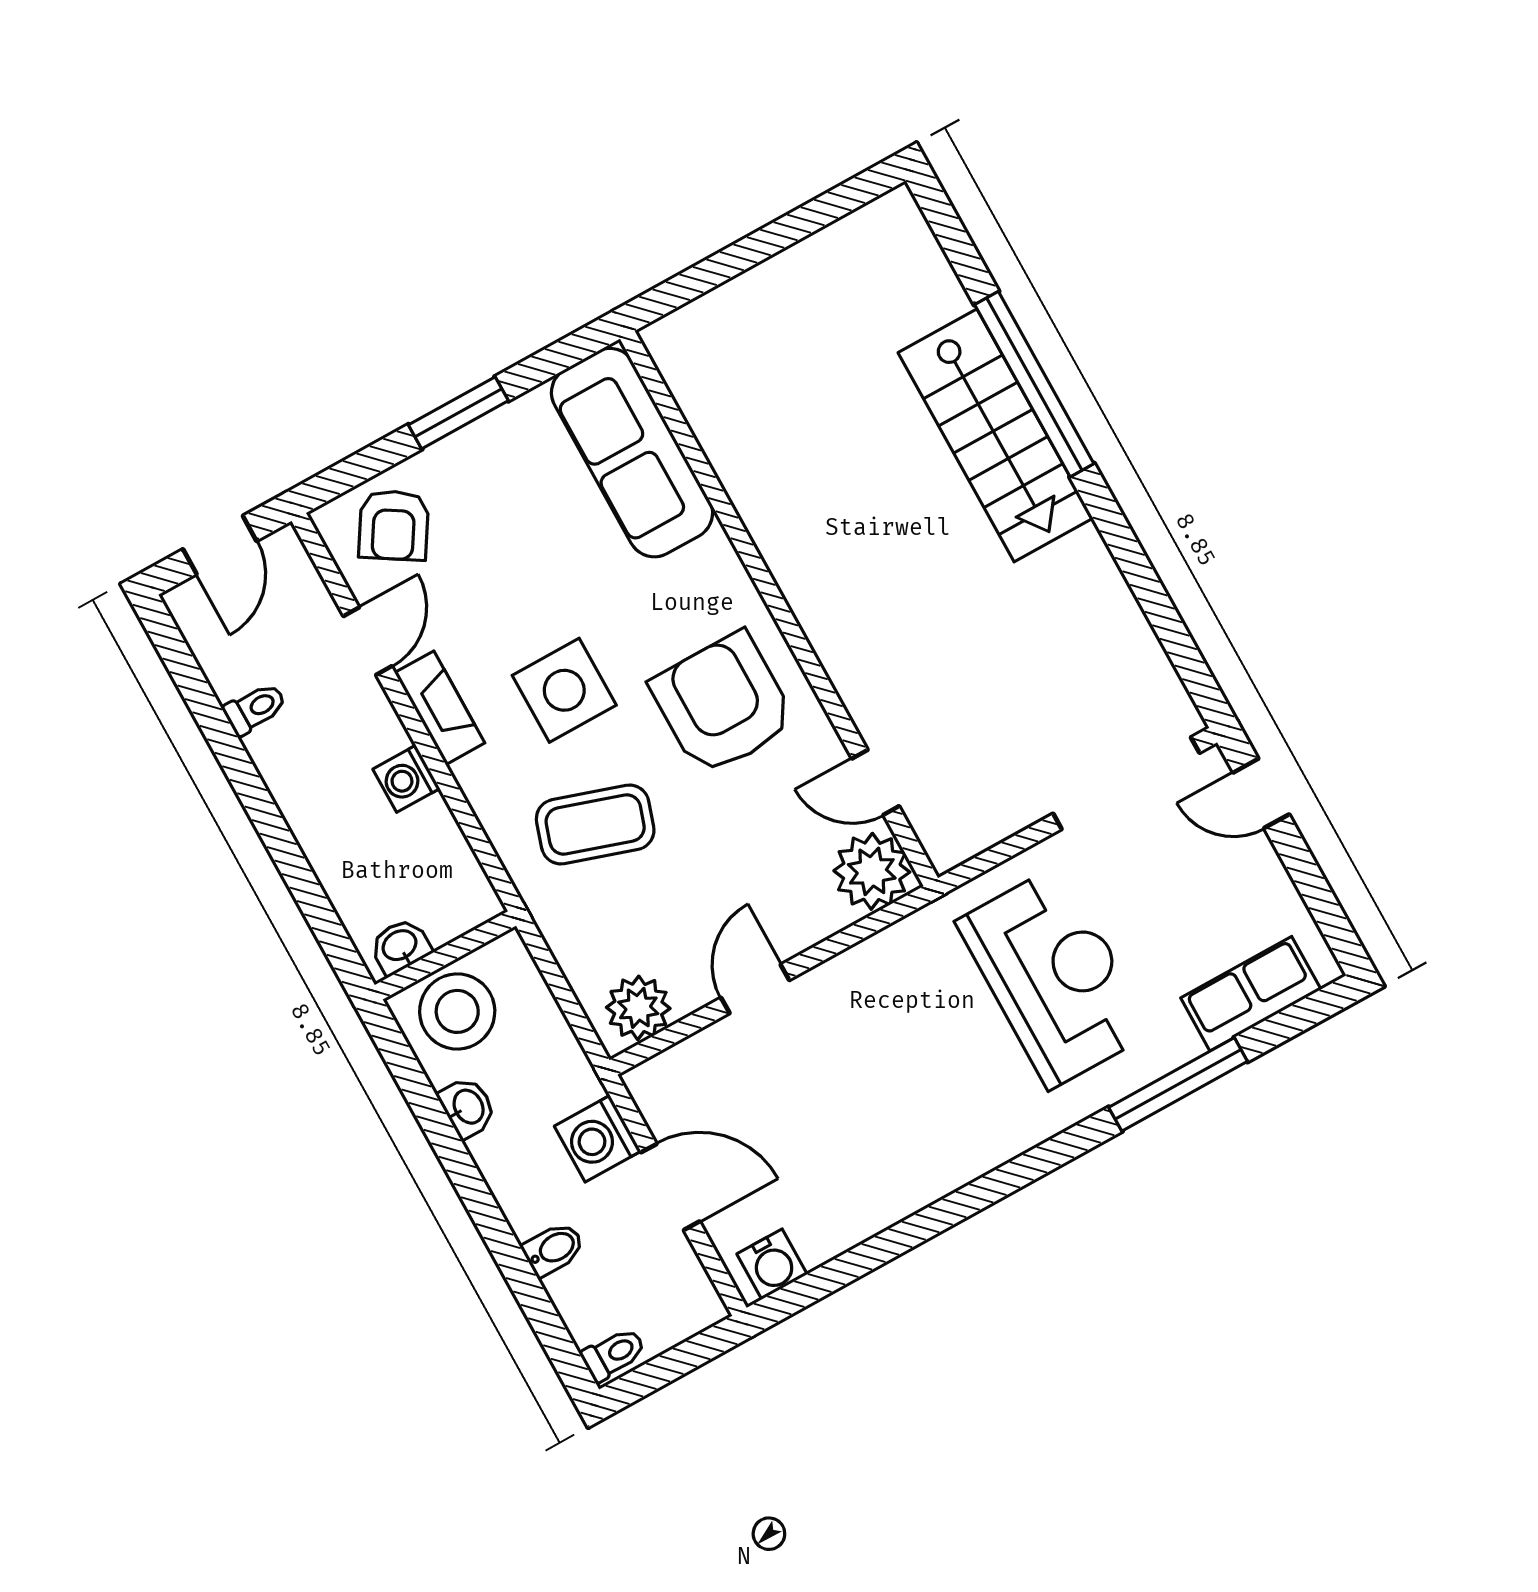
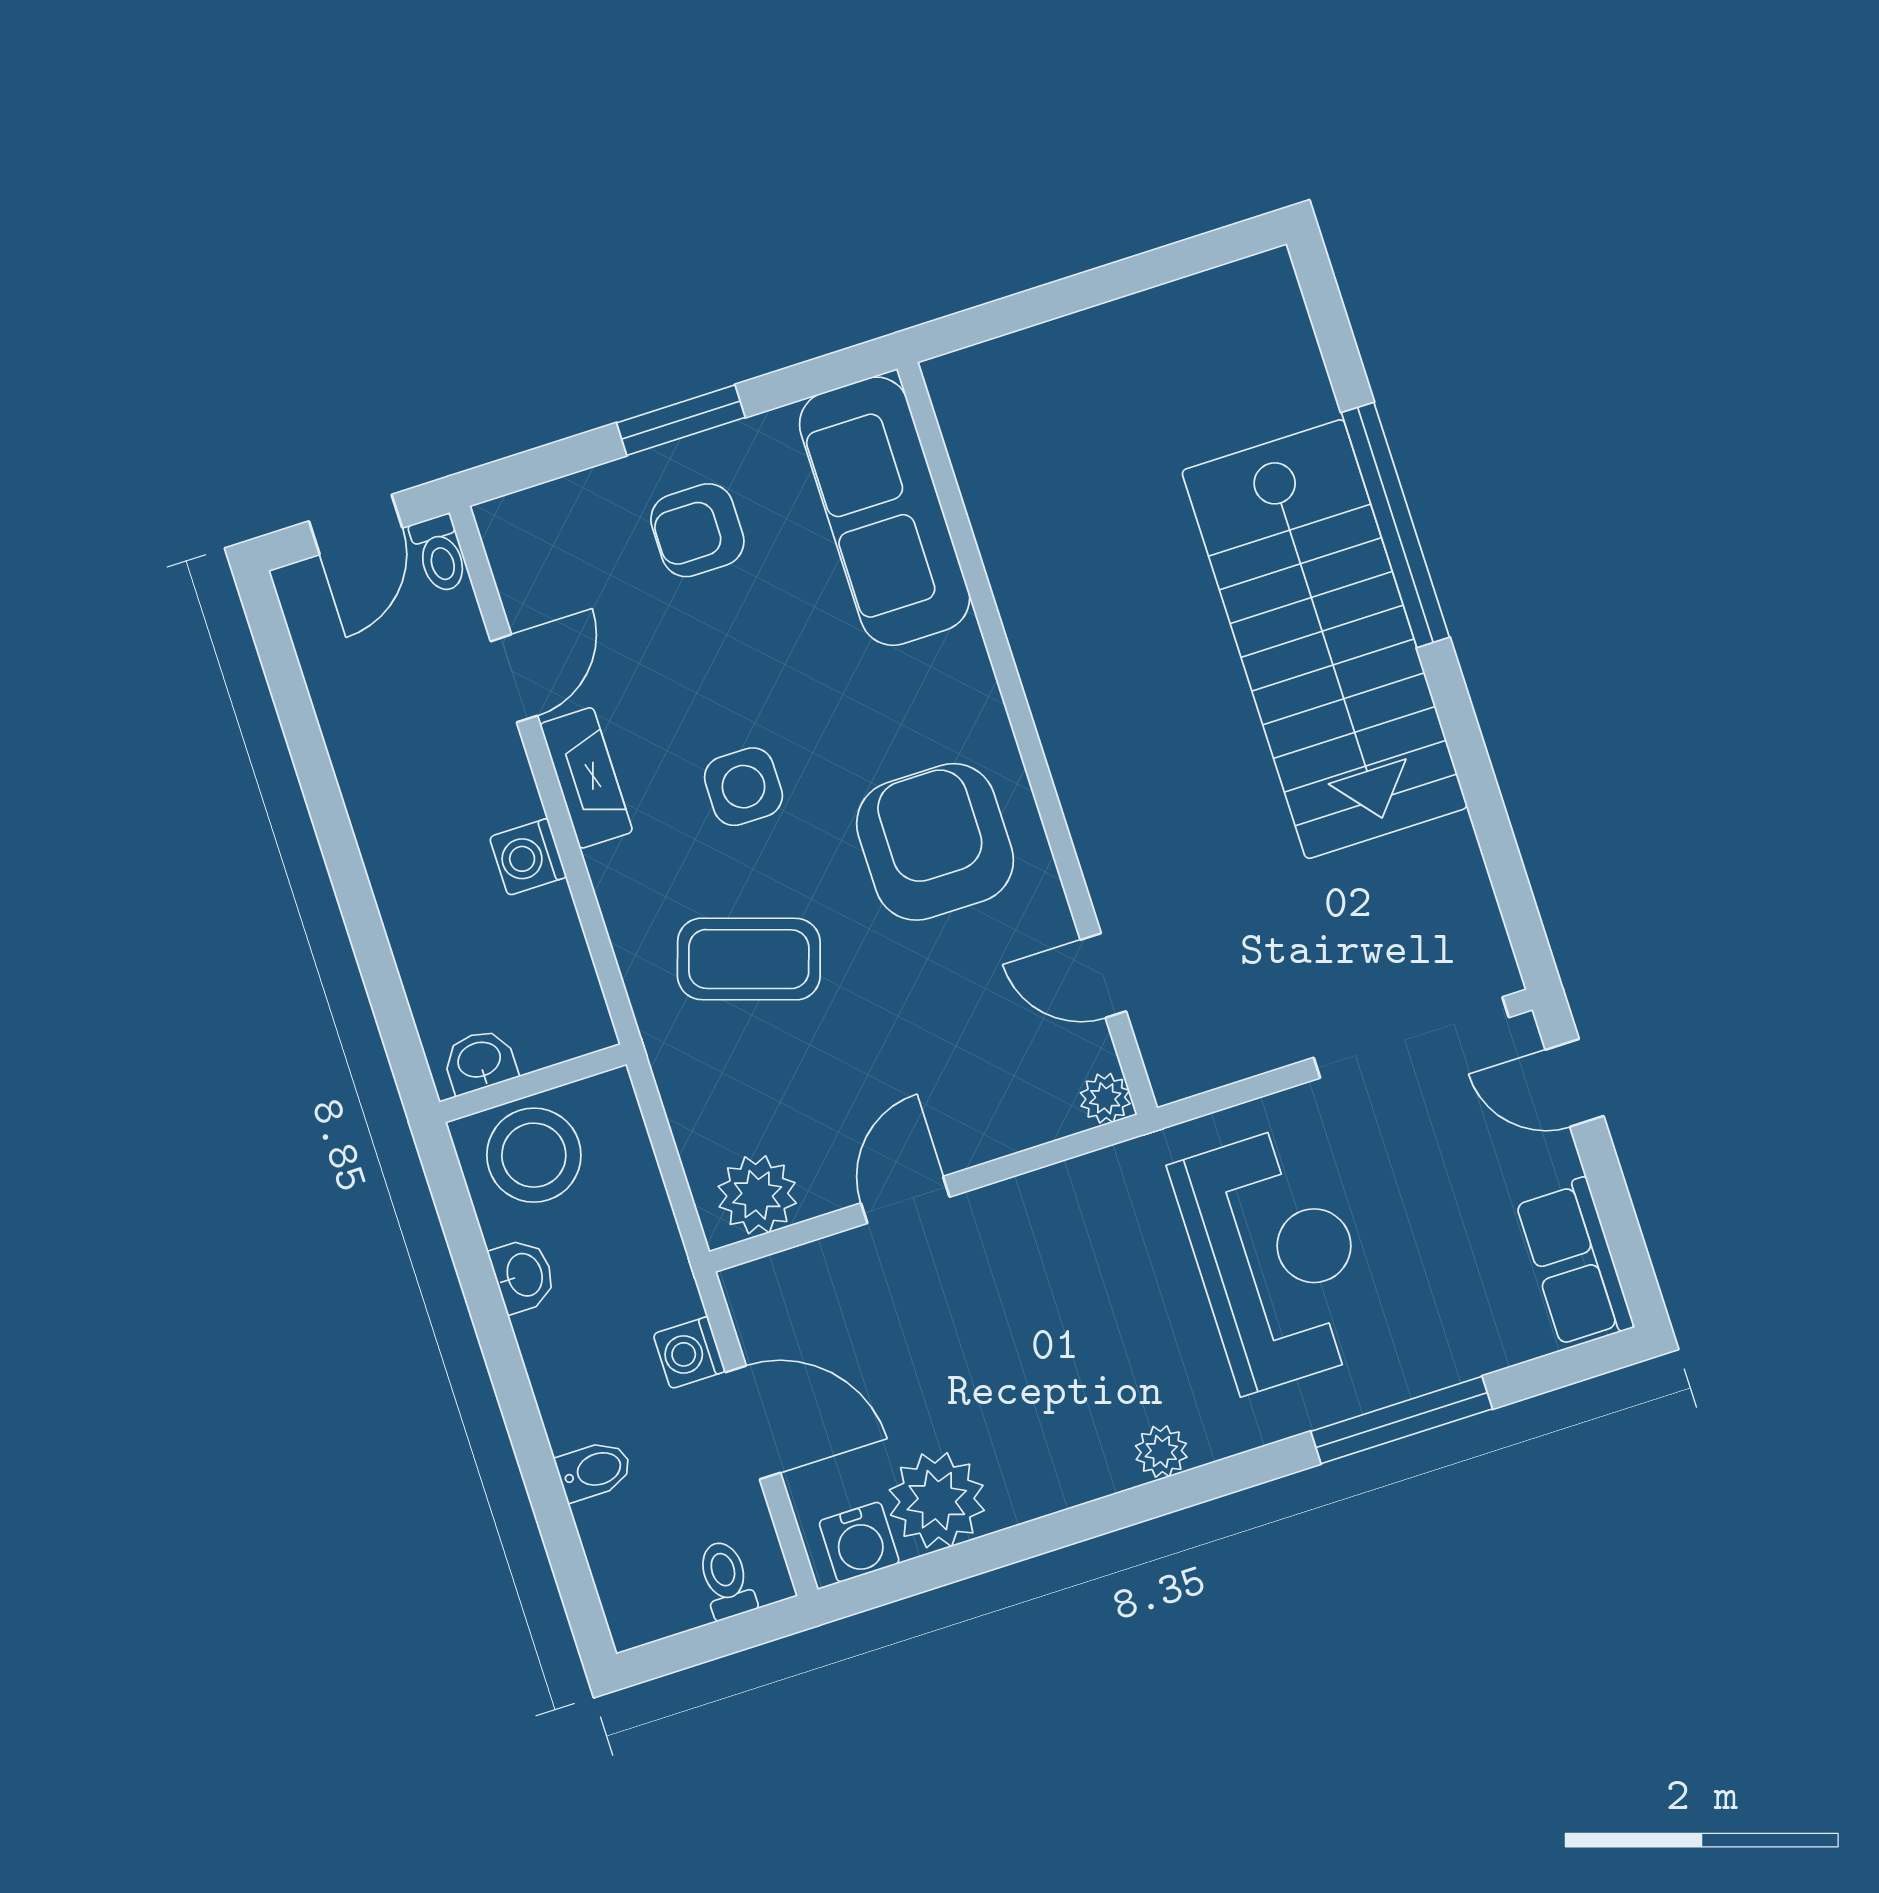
stairs: (996, 435) -> (1325, 639), width x1.36, depth x1.51
armchair: (394, 525) -> (697, 530), moved, turned 58
side table: (564, 690) -> (743, 787), width x0.73, depth x0.73
toilet: (255, 709) -> (440, 554), moved, turned 90
plant: (872, 871) -> (1105, 1098), width x0.53, depth x0.53
row of seats: (1251, 994) -> (1574, 1263), moved, turned -90
washing machine: (598, 1139) -> (689, 1353), width x0.73, depth x0.73
plant: (995, 1146) -> (1161, 1452), added
plant: (826, 1219) -> (937, 1500), added
toilet: (613, 1354) -> (726, 1580), moved, turned -90

